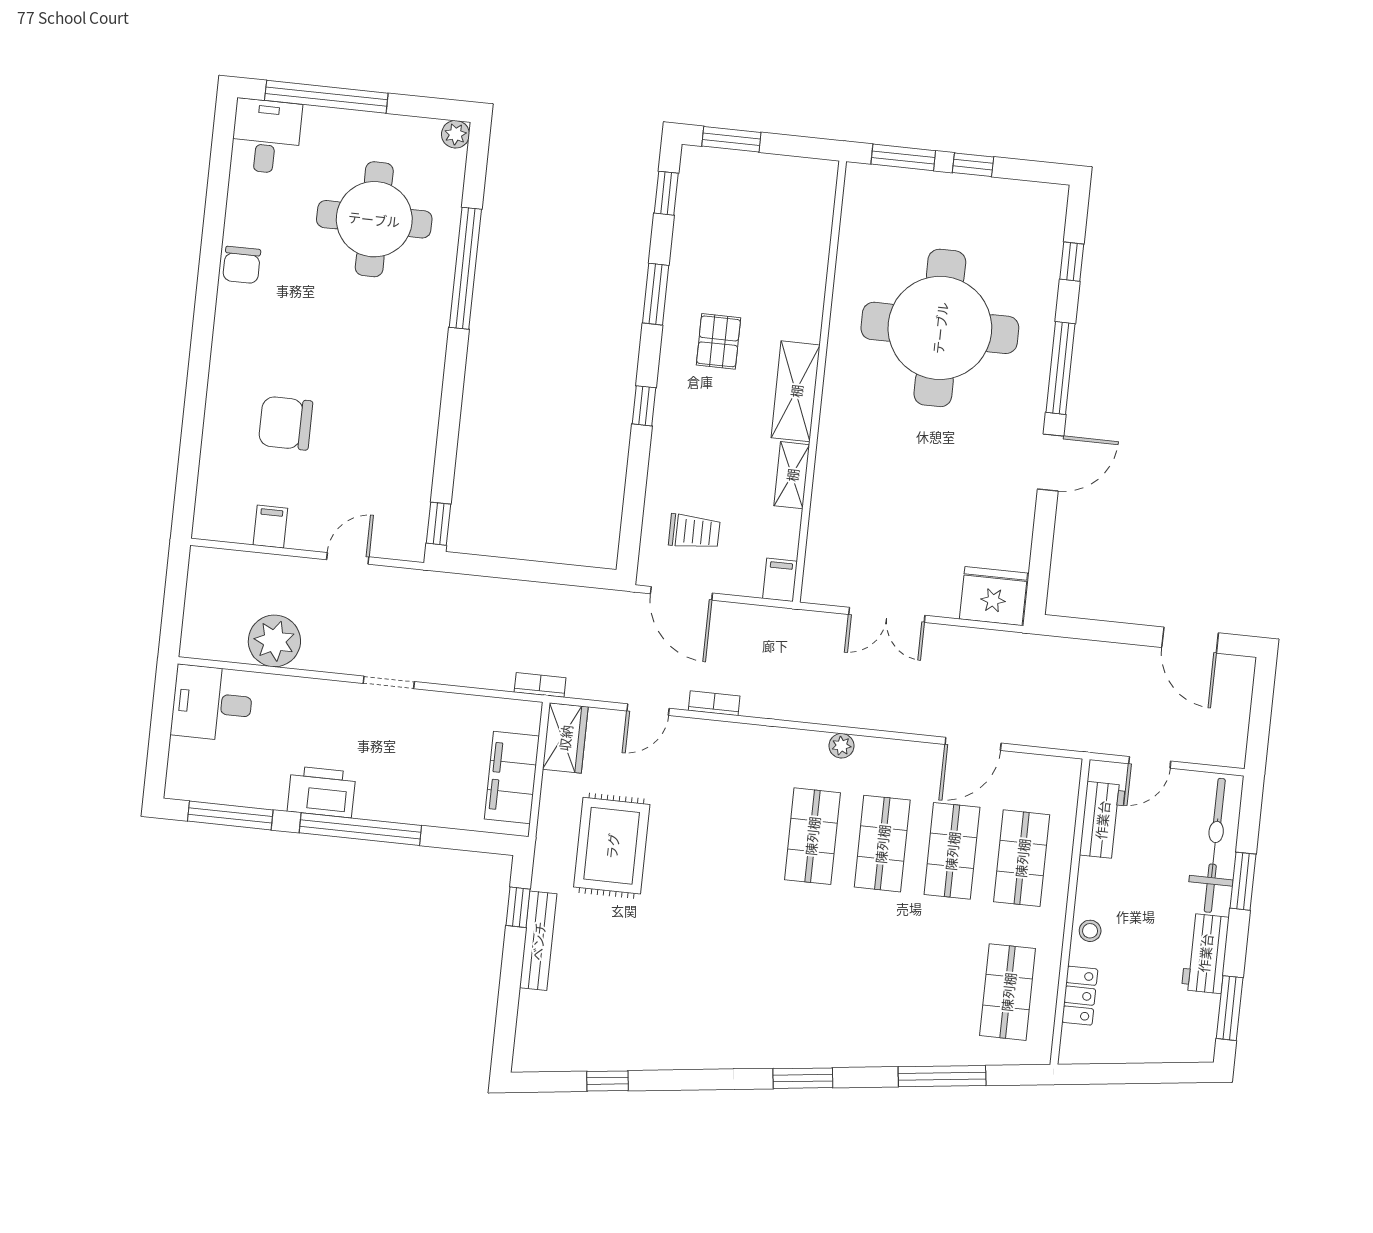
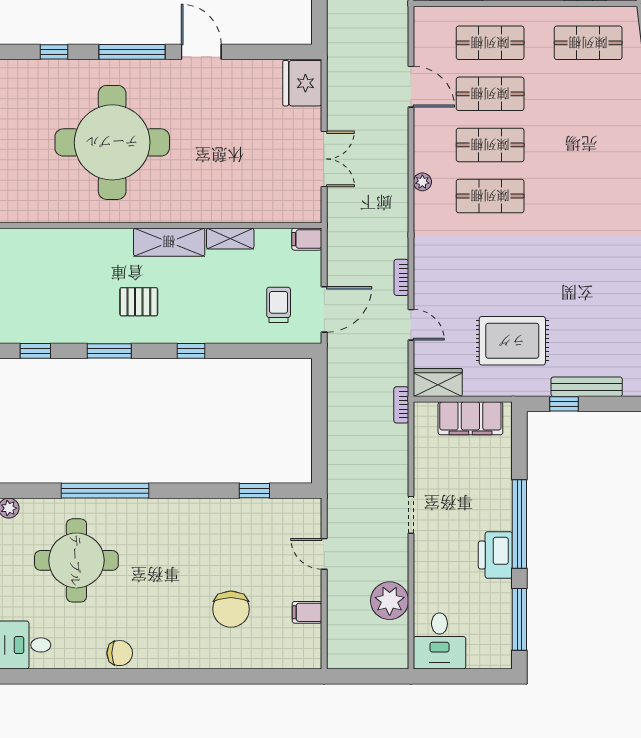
window: (439, 524) -> (254, 491), moved

